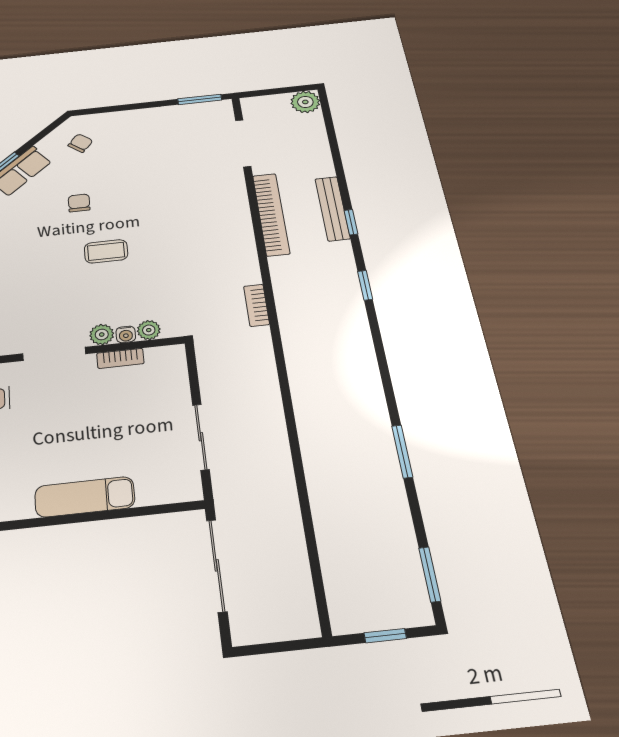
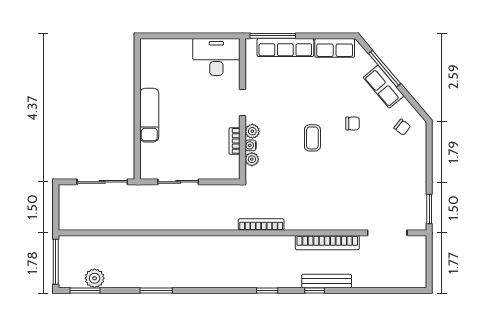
plant: (305, 102) -> (95, 278), moved
bookcase: (257, 305) -> (261, 224), width x1.56
doorway: (54, 354) -> (242, 103), width x0.73
window: (385, 636) -> (56, 262), width x2.17

